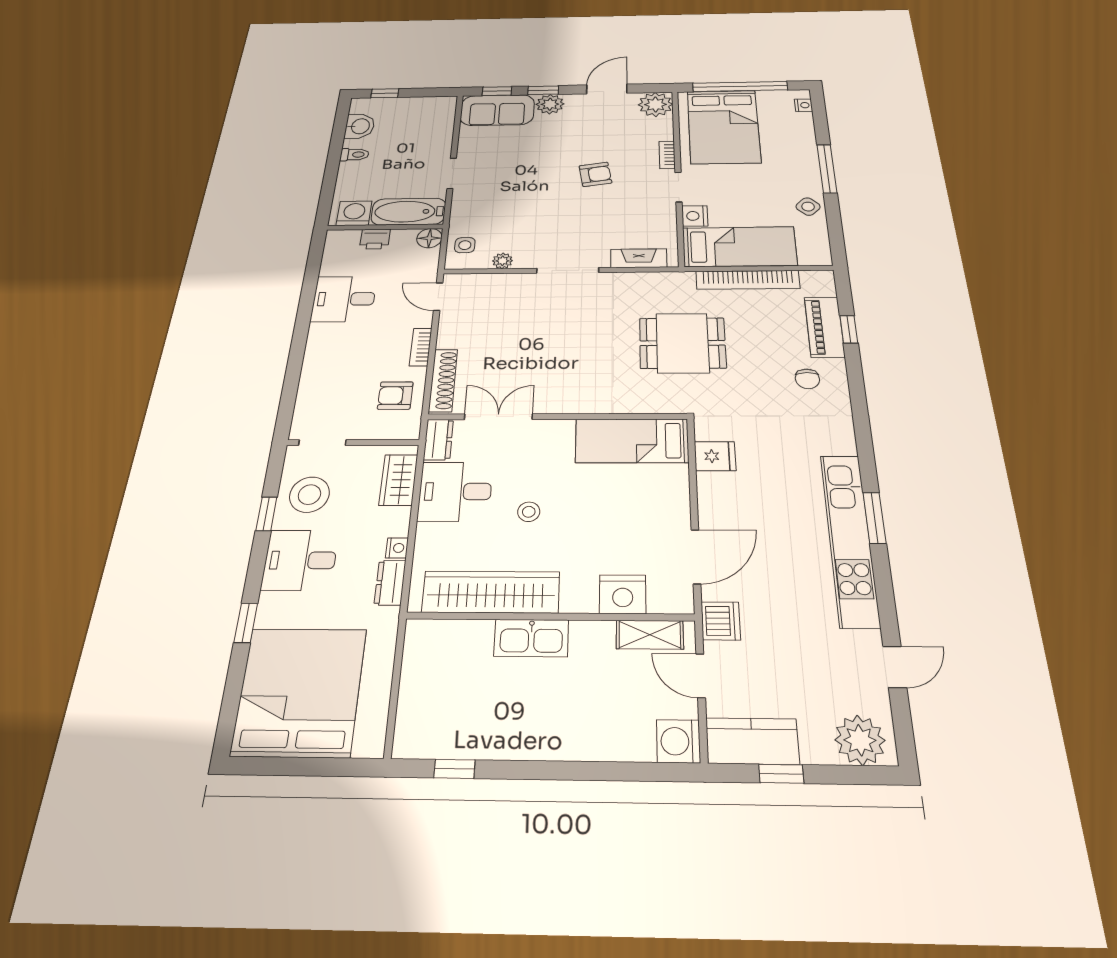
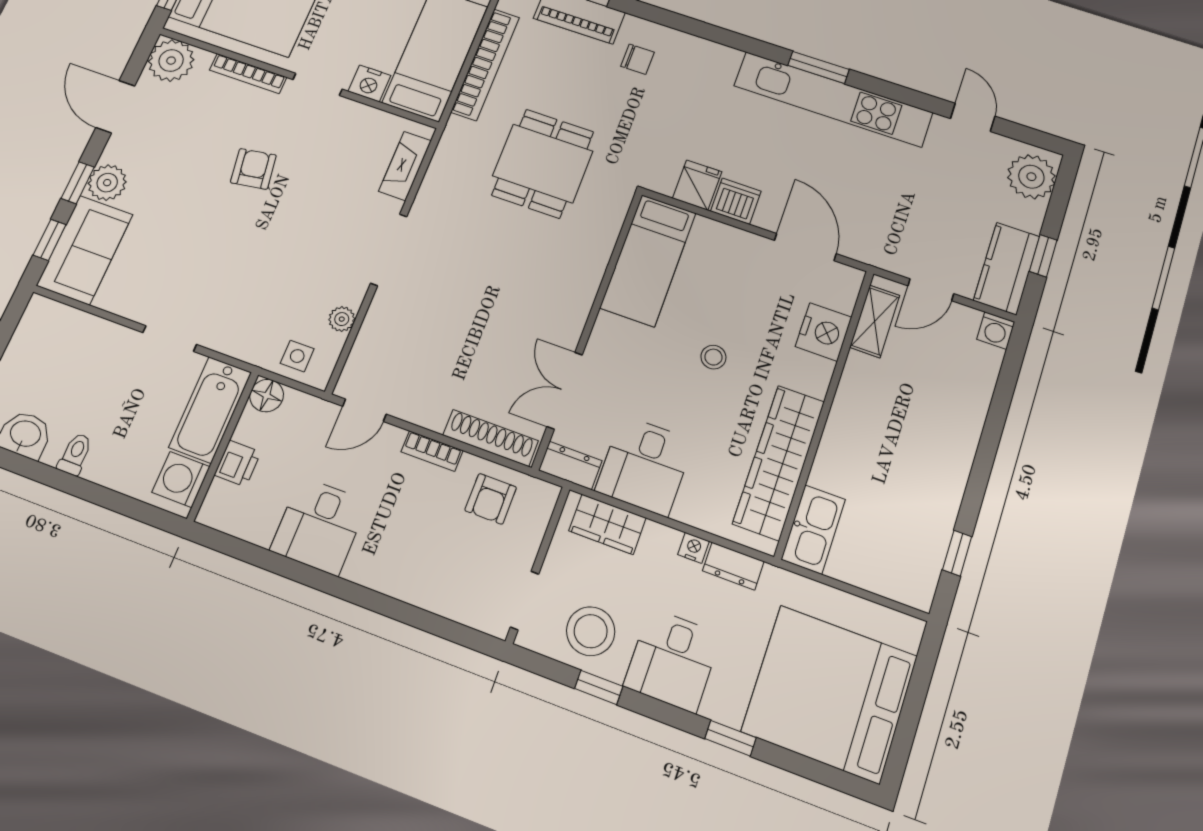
bookcase: (667, 155) -> (248, 74), width x1.56
stool: (529, 512) -> (713, 357), moved
dishwasher: (721, 621) -> (736, 201), moved
kitchen sink: (531, 638) -> (813, 529), moved
washing machine: (678, 741) -> (996, 331), width x0.73, depth x0.73

